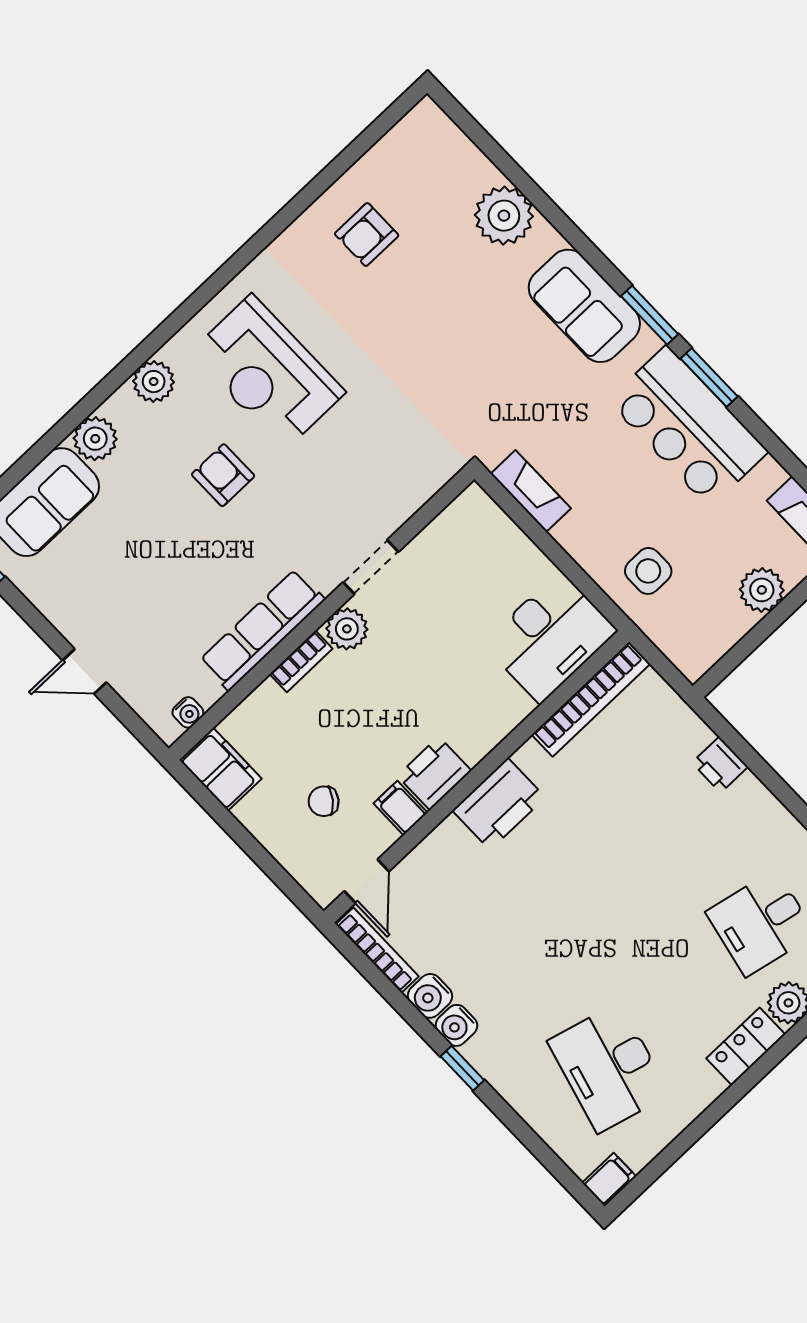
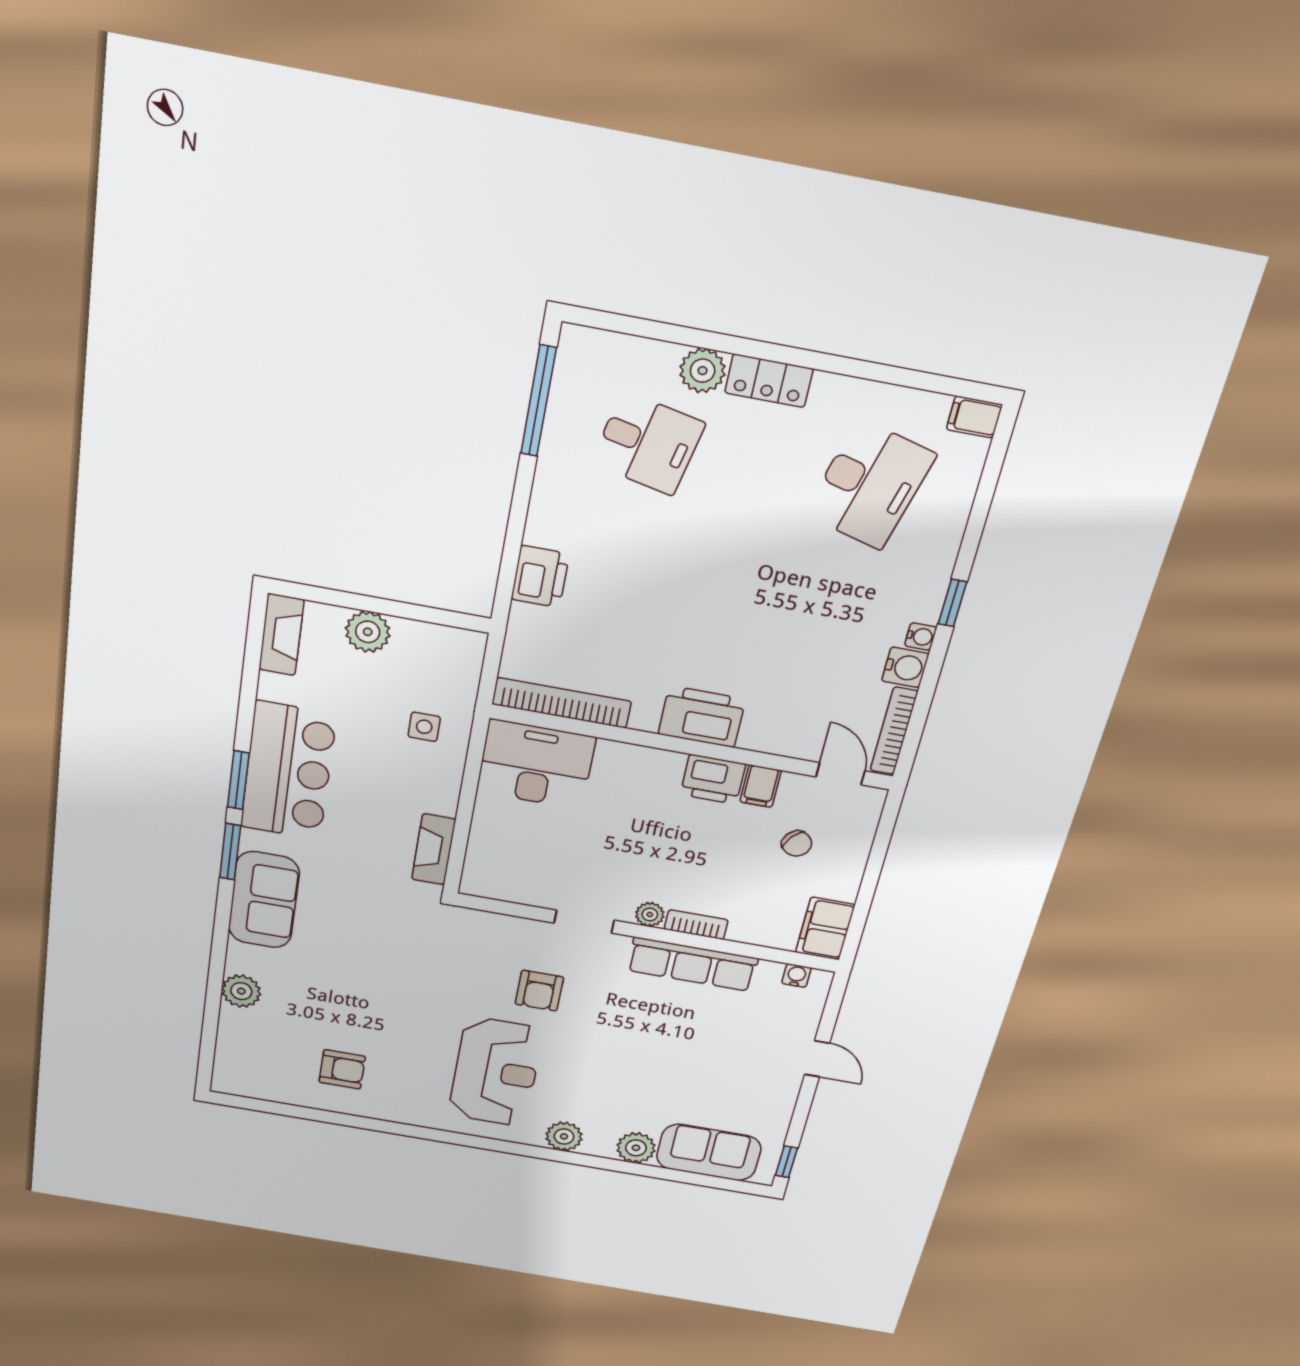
plant: (504, 216) -> (241, 991), width x0.73, depth x0.73
armchair: (223, 475) -> (539, 991), moved
side table: (648, 571) -> (424, 727), width x0.73, depth x0.73
plant: (347, 629) -> (650, 914), width x0.73, depth x0.73
printer: (720, 765) -> (540, 577), width x1.36, depth x1.24
door: (367, 881) -> (840, 774), hinge flipped
water cooler: (456, 1025) -> (921, 636), width x0.72, depth x0.72

